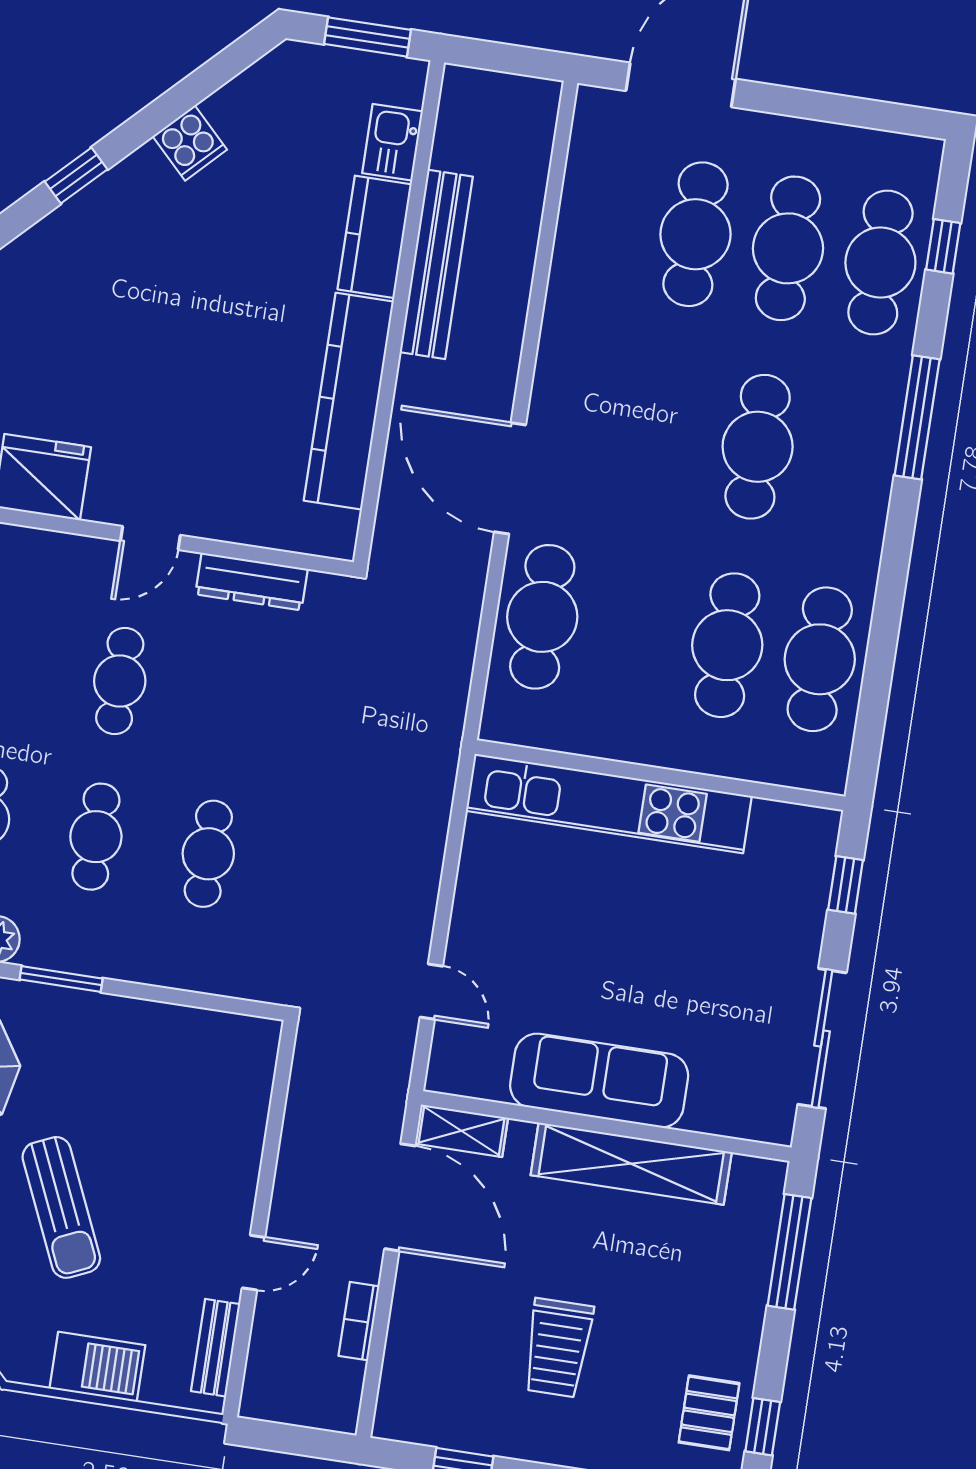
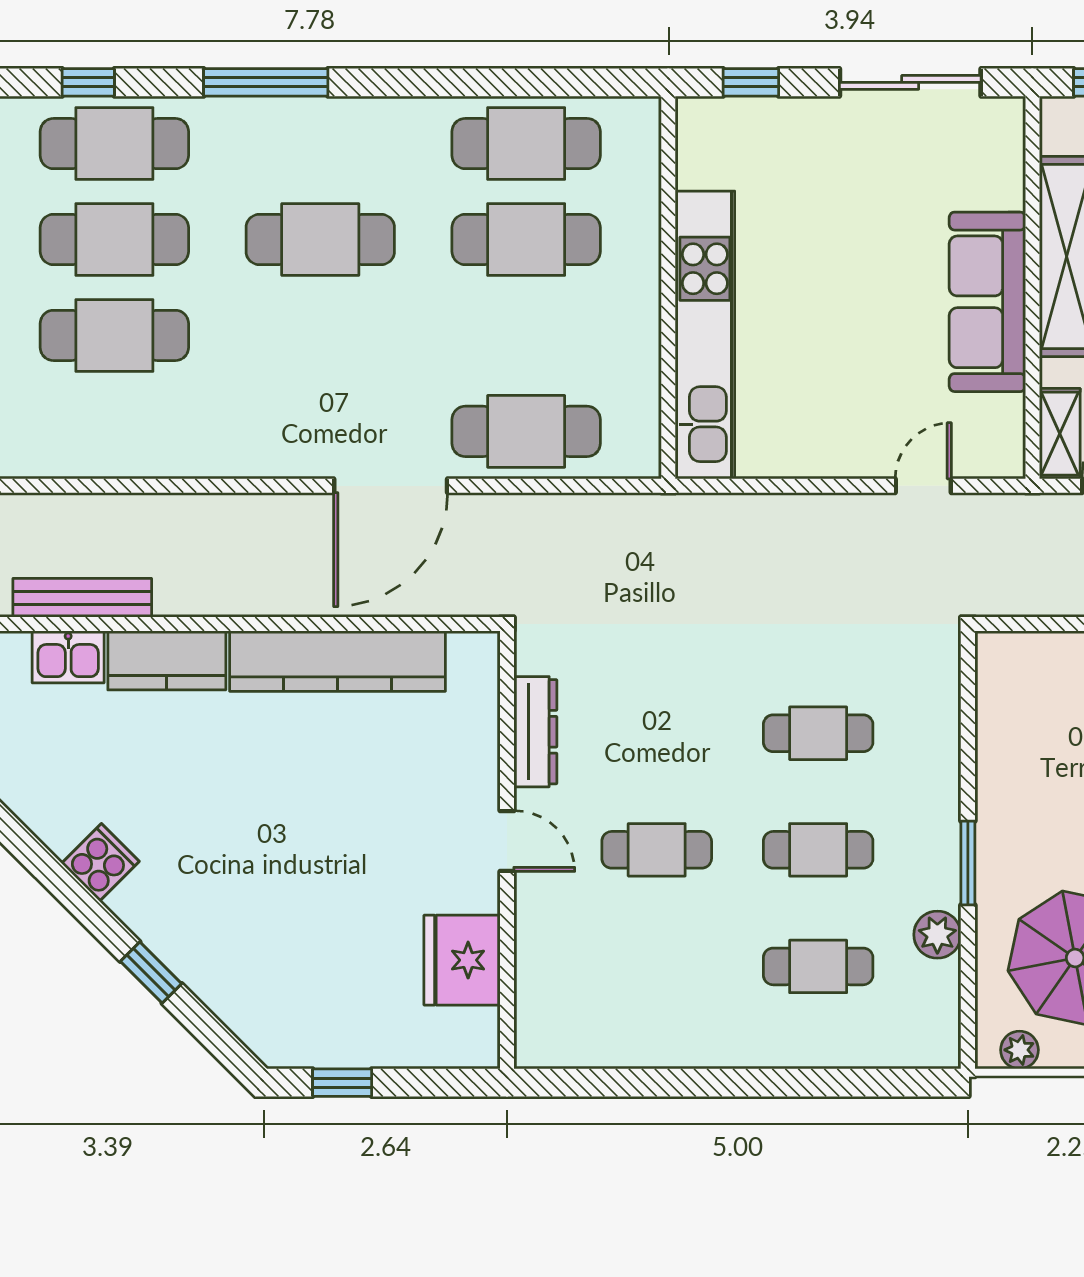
bench: (436, 264) -> (82, 598), moved, width x0.73, depth x0.82

